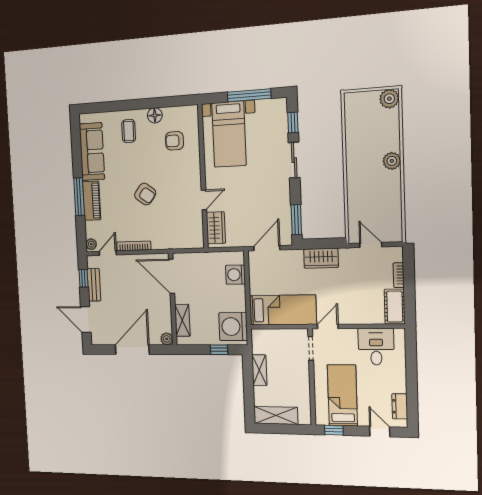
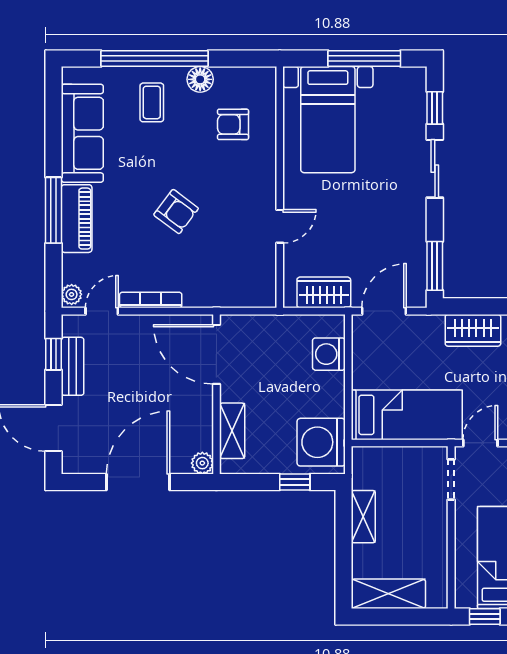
window: (129, 105) -> (154, 58), added
wardrobe: (216, 228) -> (324, 292), moved, turned -90

